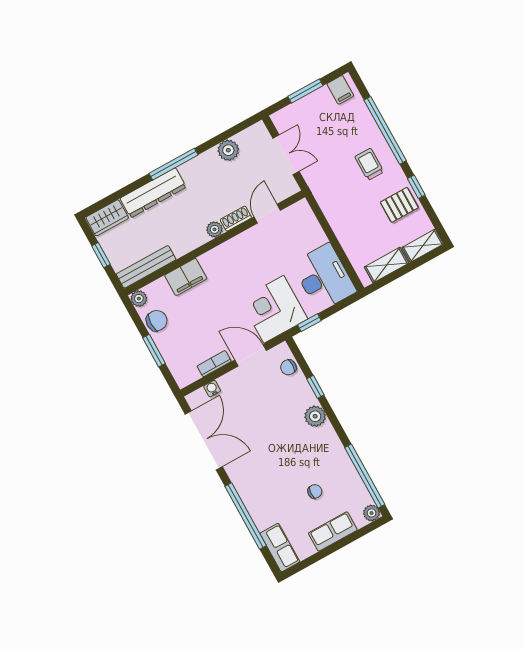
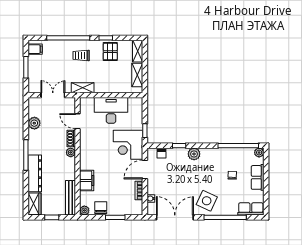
shelving: (322, 193) -> (83, 88), added
desk: (324, 278) -> (111, 110), moved
side table: (255, 474) -> (207, 201), added

